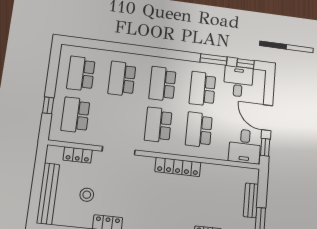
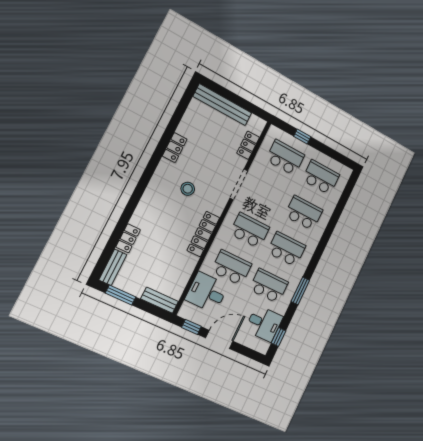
window: (214, 59) -> (300, 291), moved
desk: (245, 146) -> (207, 292), moved
stool: (87, 195) -> (188, 189), moved
bench: (251, 200) -> (160, 300), moved

